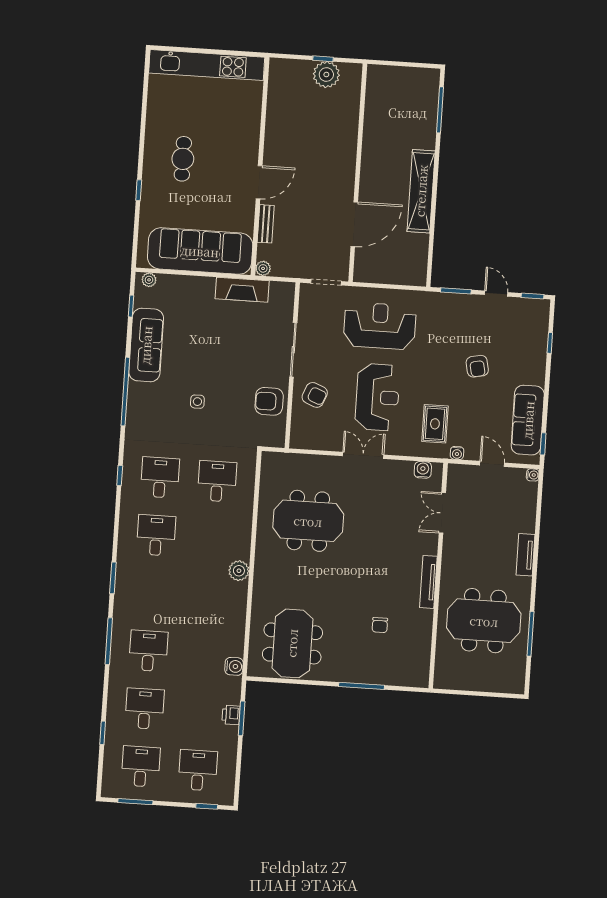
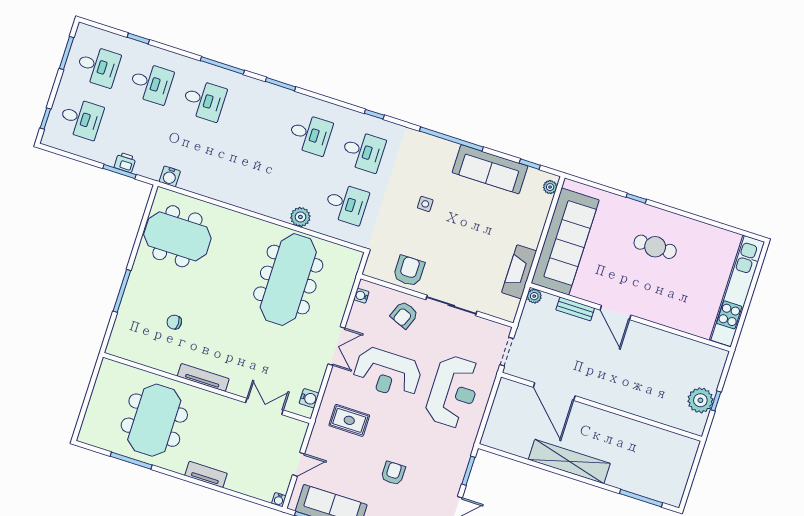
armchair: (477, 366) -> (393, 473), turned 102
water cooler: (457, 453) -> (361, 296), moved
meeting table: (308, 521) -> (288, 280), width x1.36
plant: (239, 571) -> (300, 217), moved

